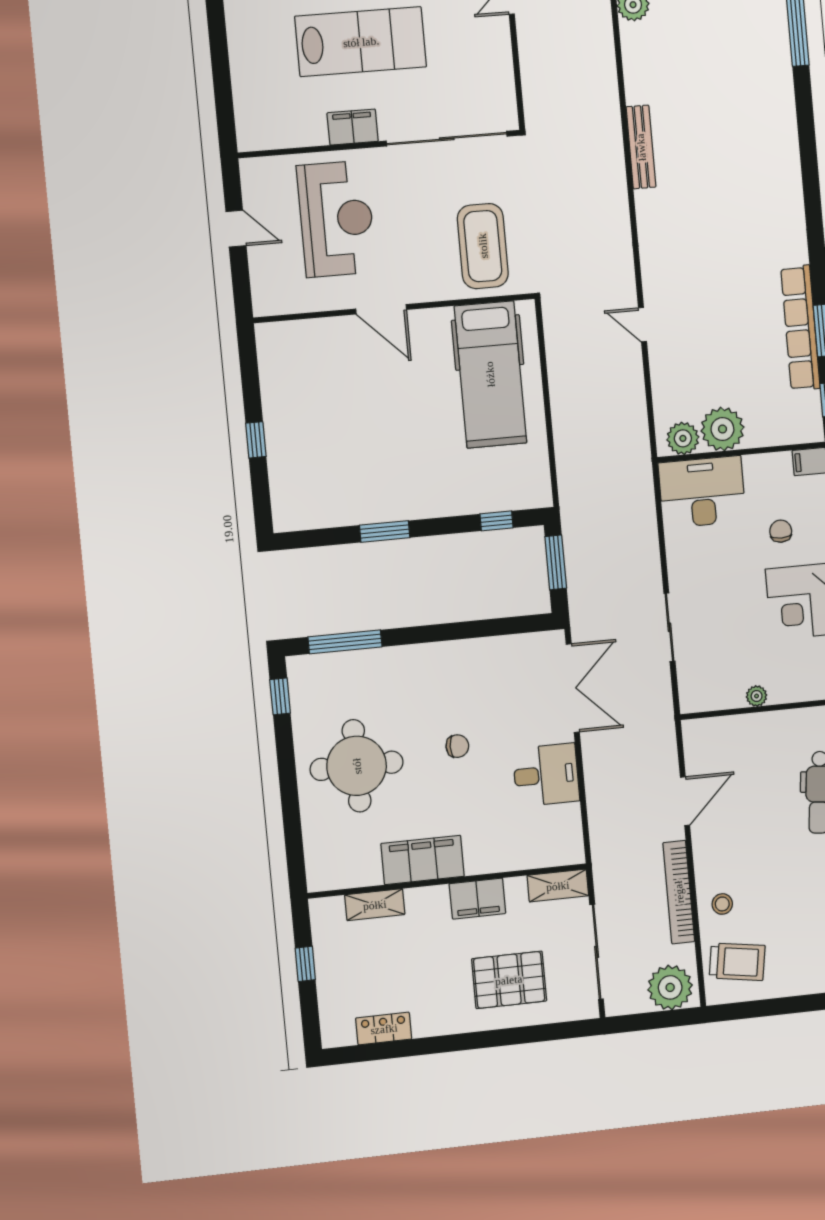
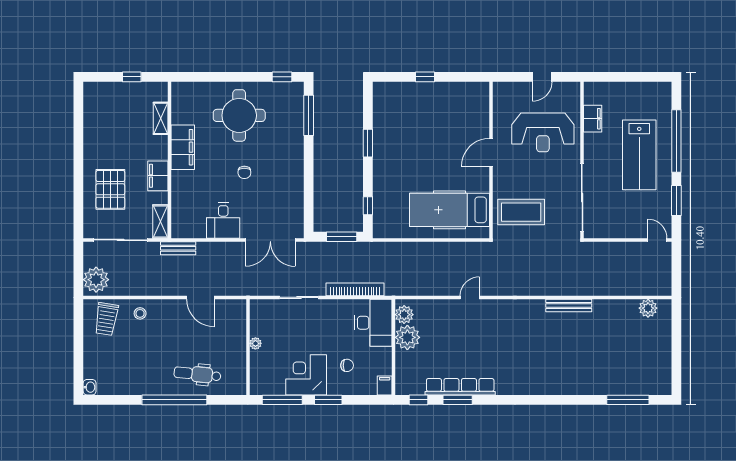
filing cabinet: (353, 127) -> (593, 119), moved
bench: (602, 849) -> (178, 248), added
bookcase: (679, 892) -> (355, 289), moved
locker: (384, 1029) -> (91, 117), removed

